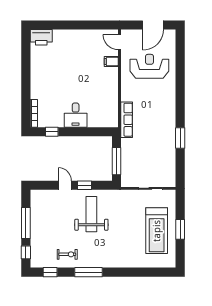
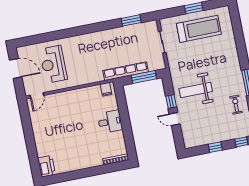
filing cabinet: (111, 62) -> (106, 89), moved
row of seats: (127, 120) -> (126, 71), moved, width x1.36
window: (52, 132) -> (129, 140), removed
window: (180, 138) -> (131, 20), moved
door: (65, 185) -> (175, 119), hinge flipped
window: (26, 223) -> (215, 147), width x0.46

